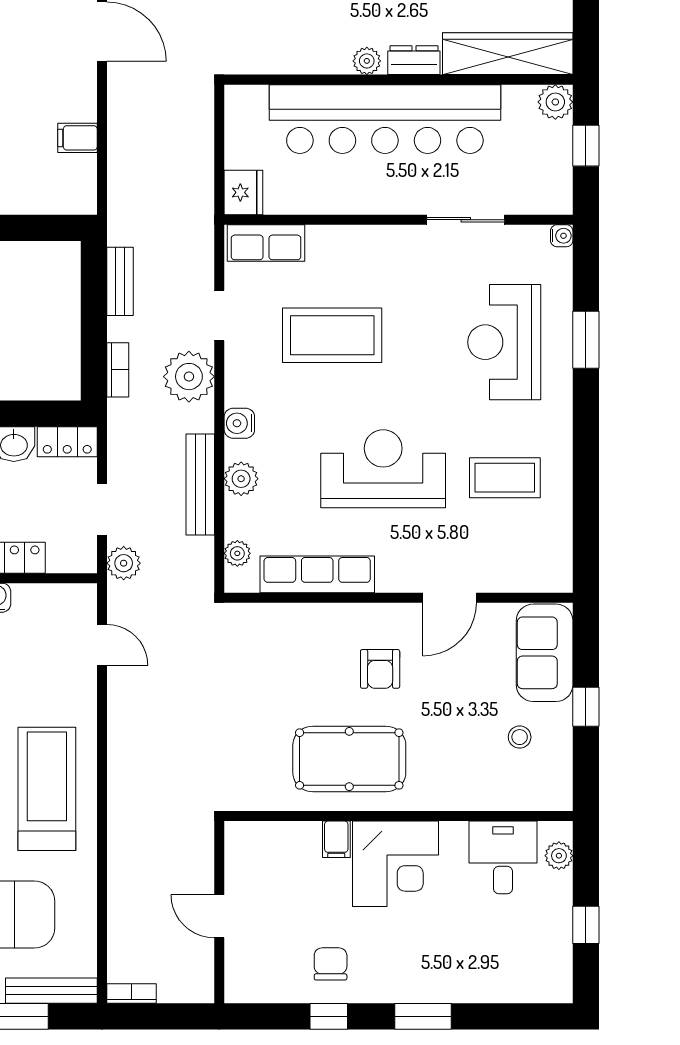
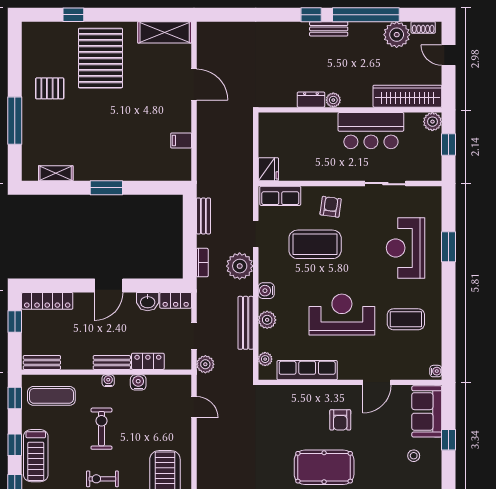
dresser: (414, 60) -> (311, 100), moved
bar counter: (385, 119) -> (371, 131), width x0.54
water cooler: (562, 236) -> (436, 371), moved
armchair: (362, 264) -> (331, 207), added

